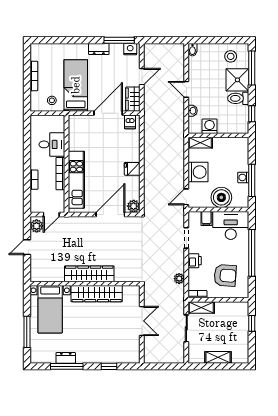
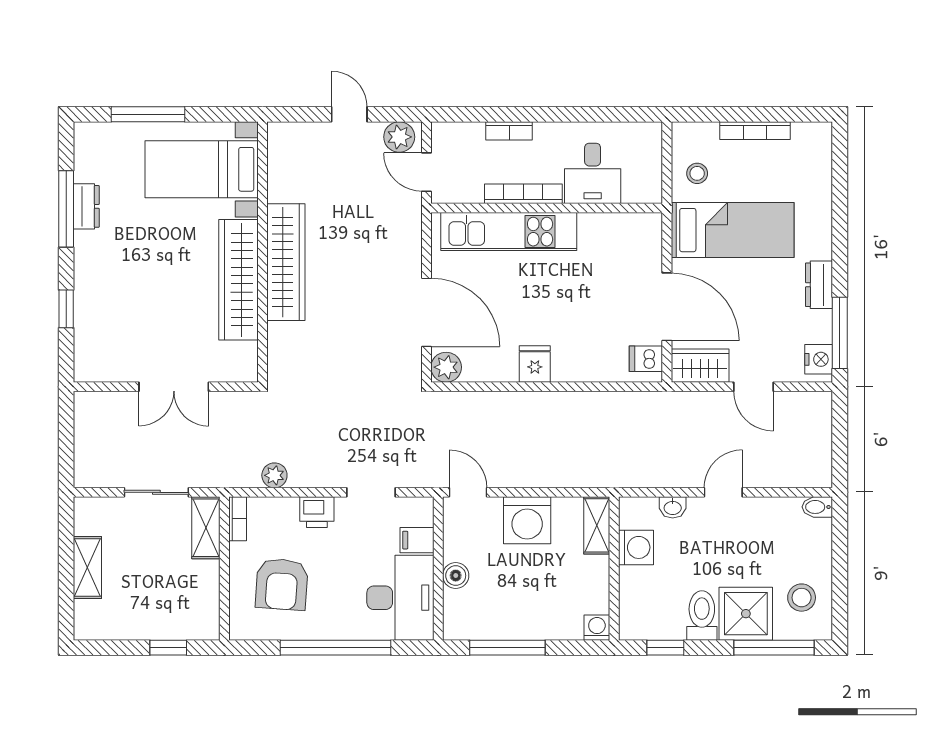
washing machine: (243, 177) -> (597, 628), moved
boiler: (221, 197) -> (456, 576), width x0.54, depth x0.54

